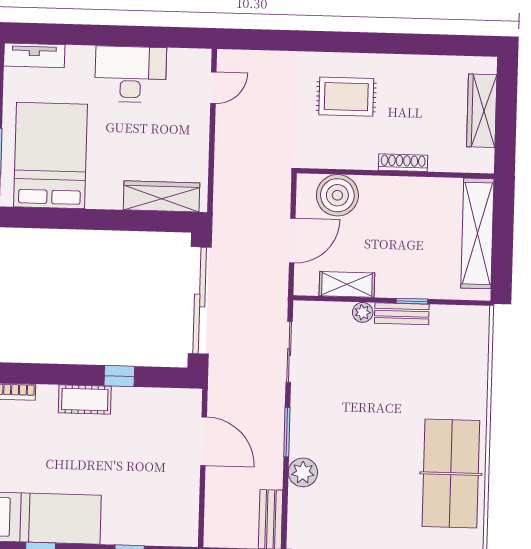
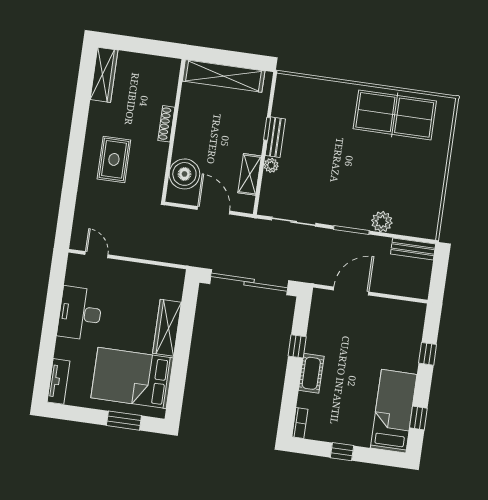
wardrobe: (482, 111) -> (104, 75), moved, turned -90
wardrobe: (162, 196) -> (167, 328), moved

